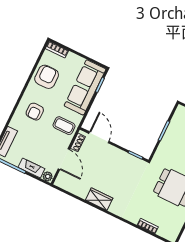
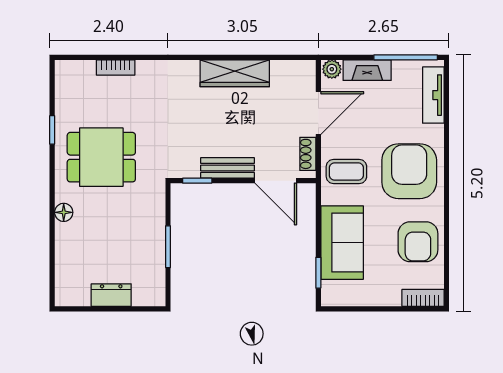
sofa: (85, 87) -> (342, 243), width x0.73
armchair: (35, 112) -> (409, 171), width x1.88, depth x1.88
bench: (118, 154) -> (227, 168), added
door: (64, 159) -> (318, 113), swing flipped
wardrobe: (99, 199) -> (235, 73), width x1.50

